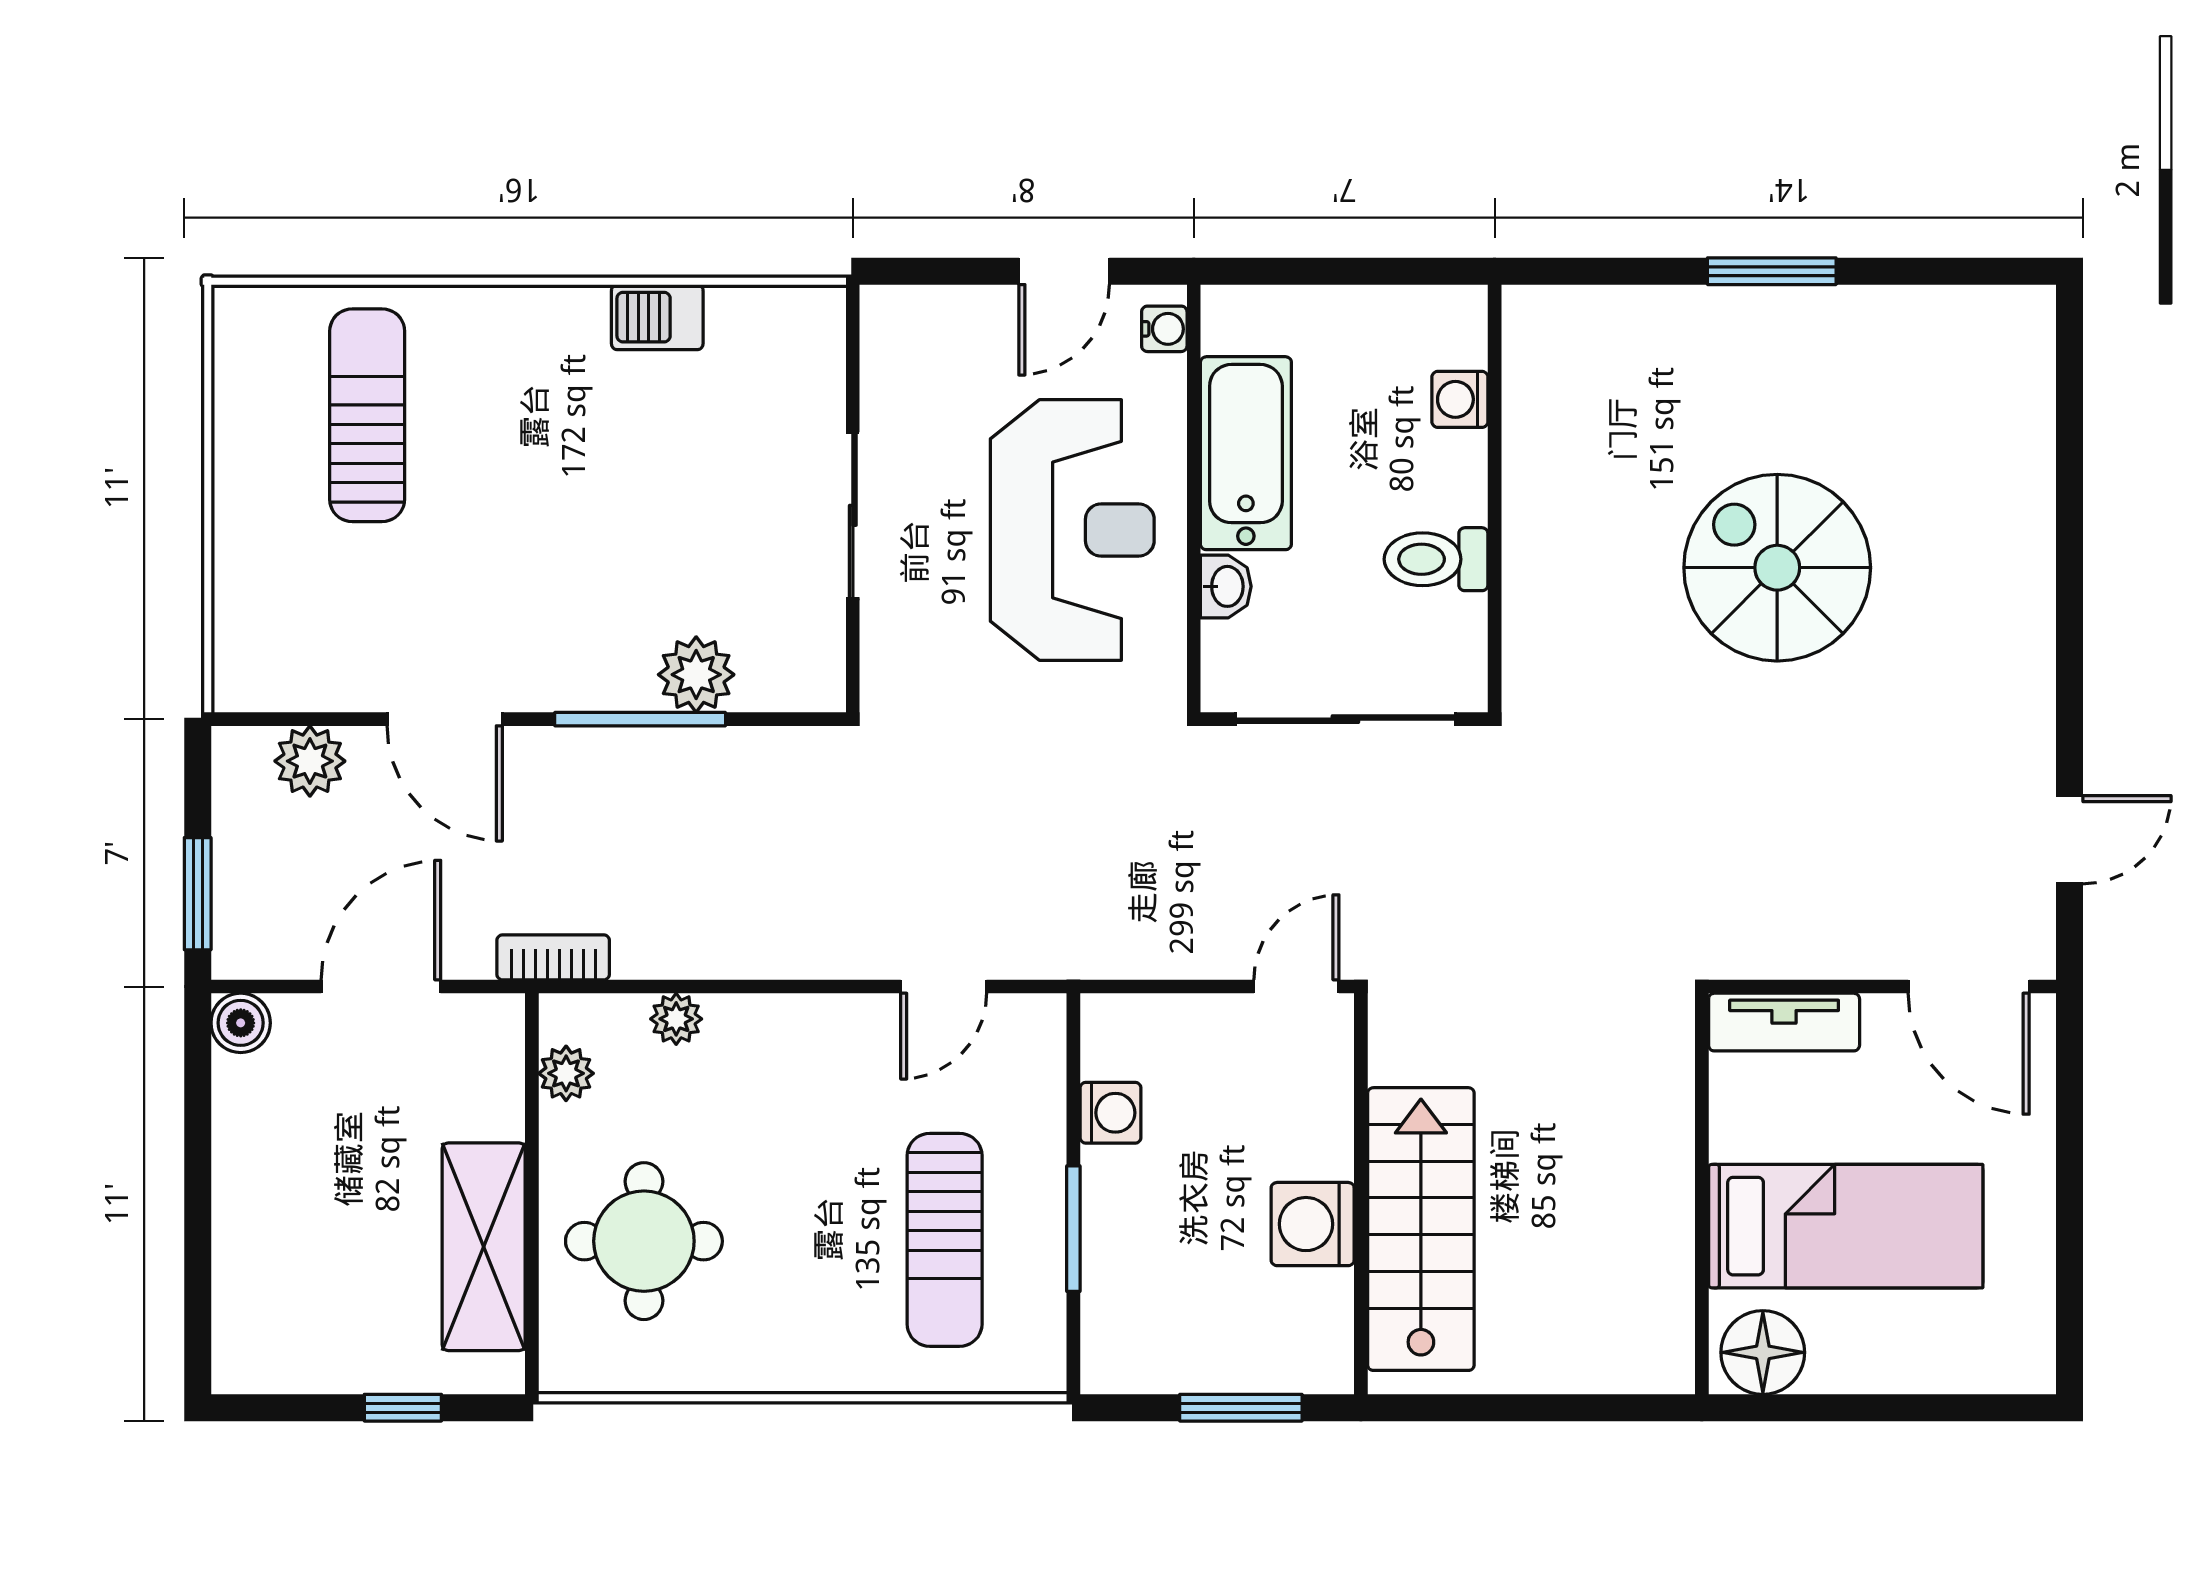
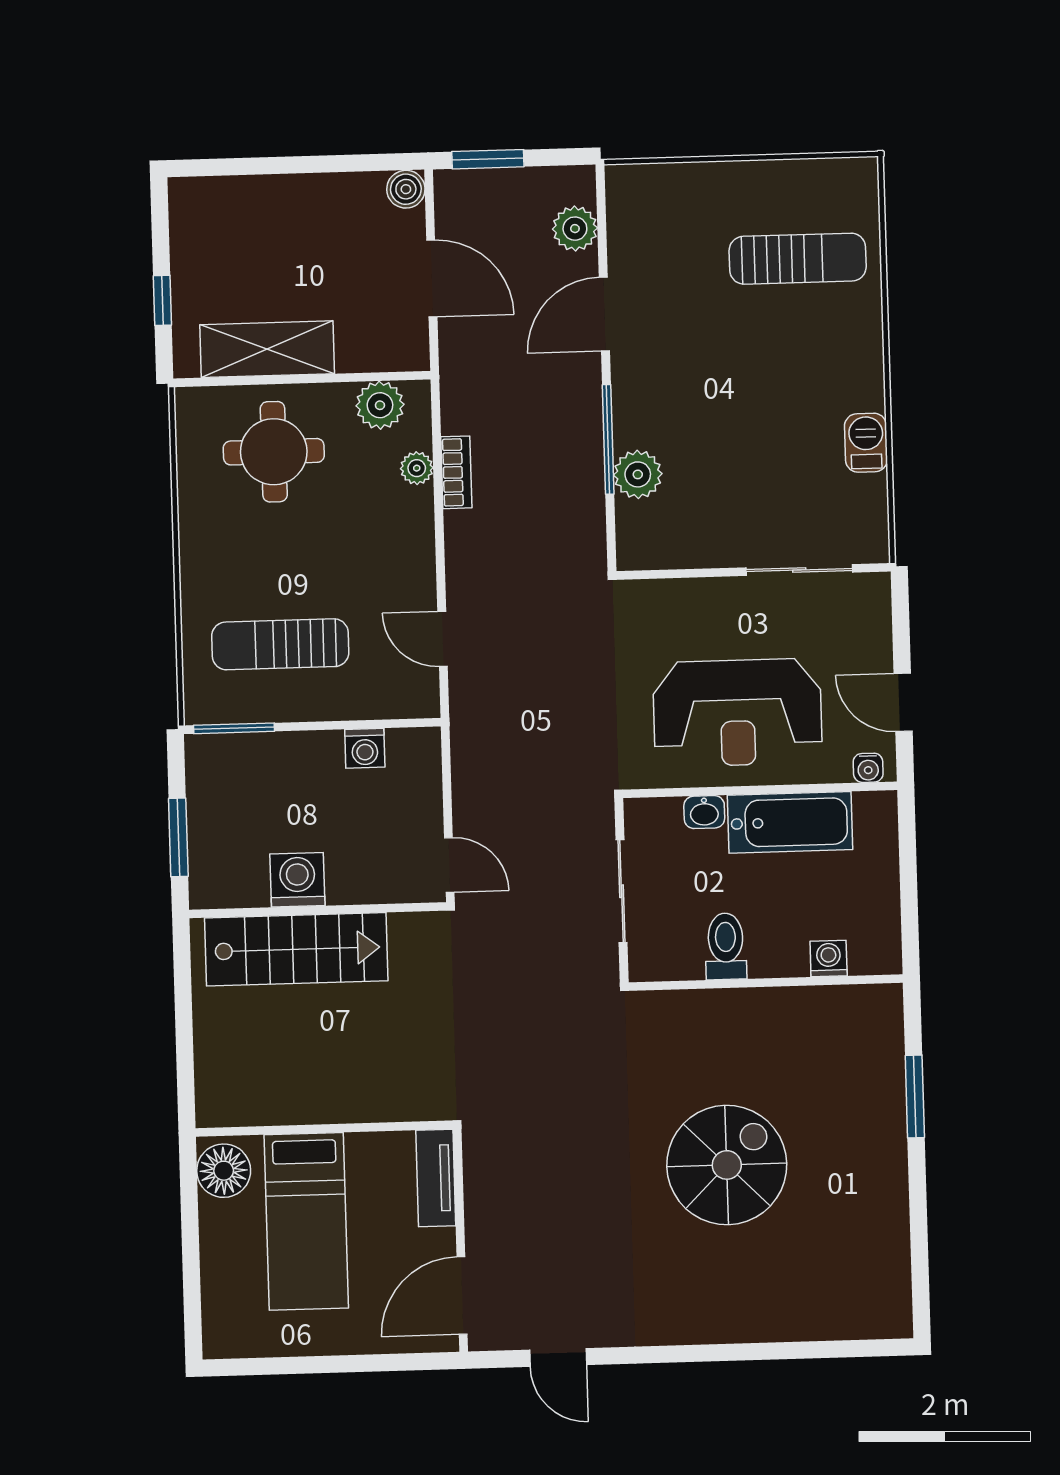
window: (1772, 271) -> (915, 1096), moved
sliding door: (853, 515) -> (799, 570), moved
sliding door: (1345, 719) -> (622, 891), width x0.73
bookcase: (553, 957) -> (456, 472), moved
plant: (566, 1073) -> (380, 405), width x1.38, depth x1.38
window: (1073, 1229) -> (234, 728), moved

